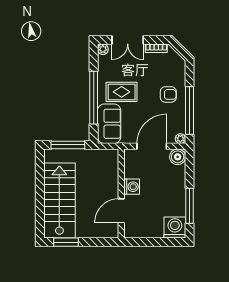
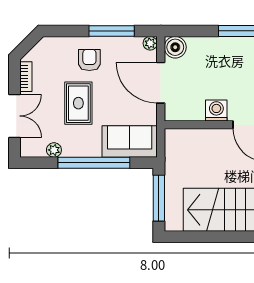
plant: (103, 49) -> (54, 150), moved
rug: (122, 92) -> (78, 103), moved
window: (189, 111) -> (112, 31), width x0.68

